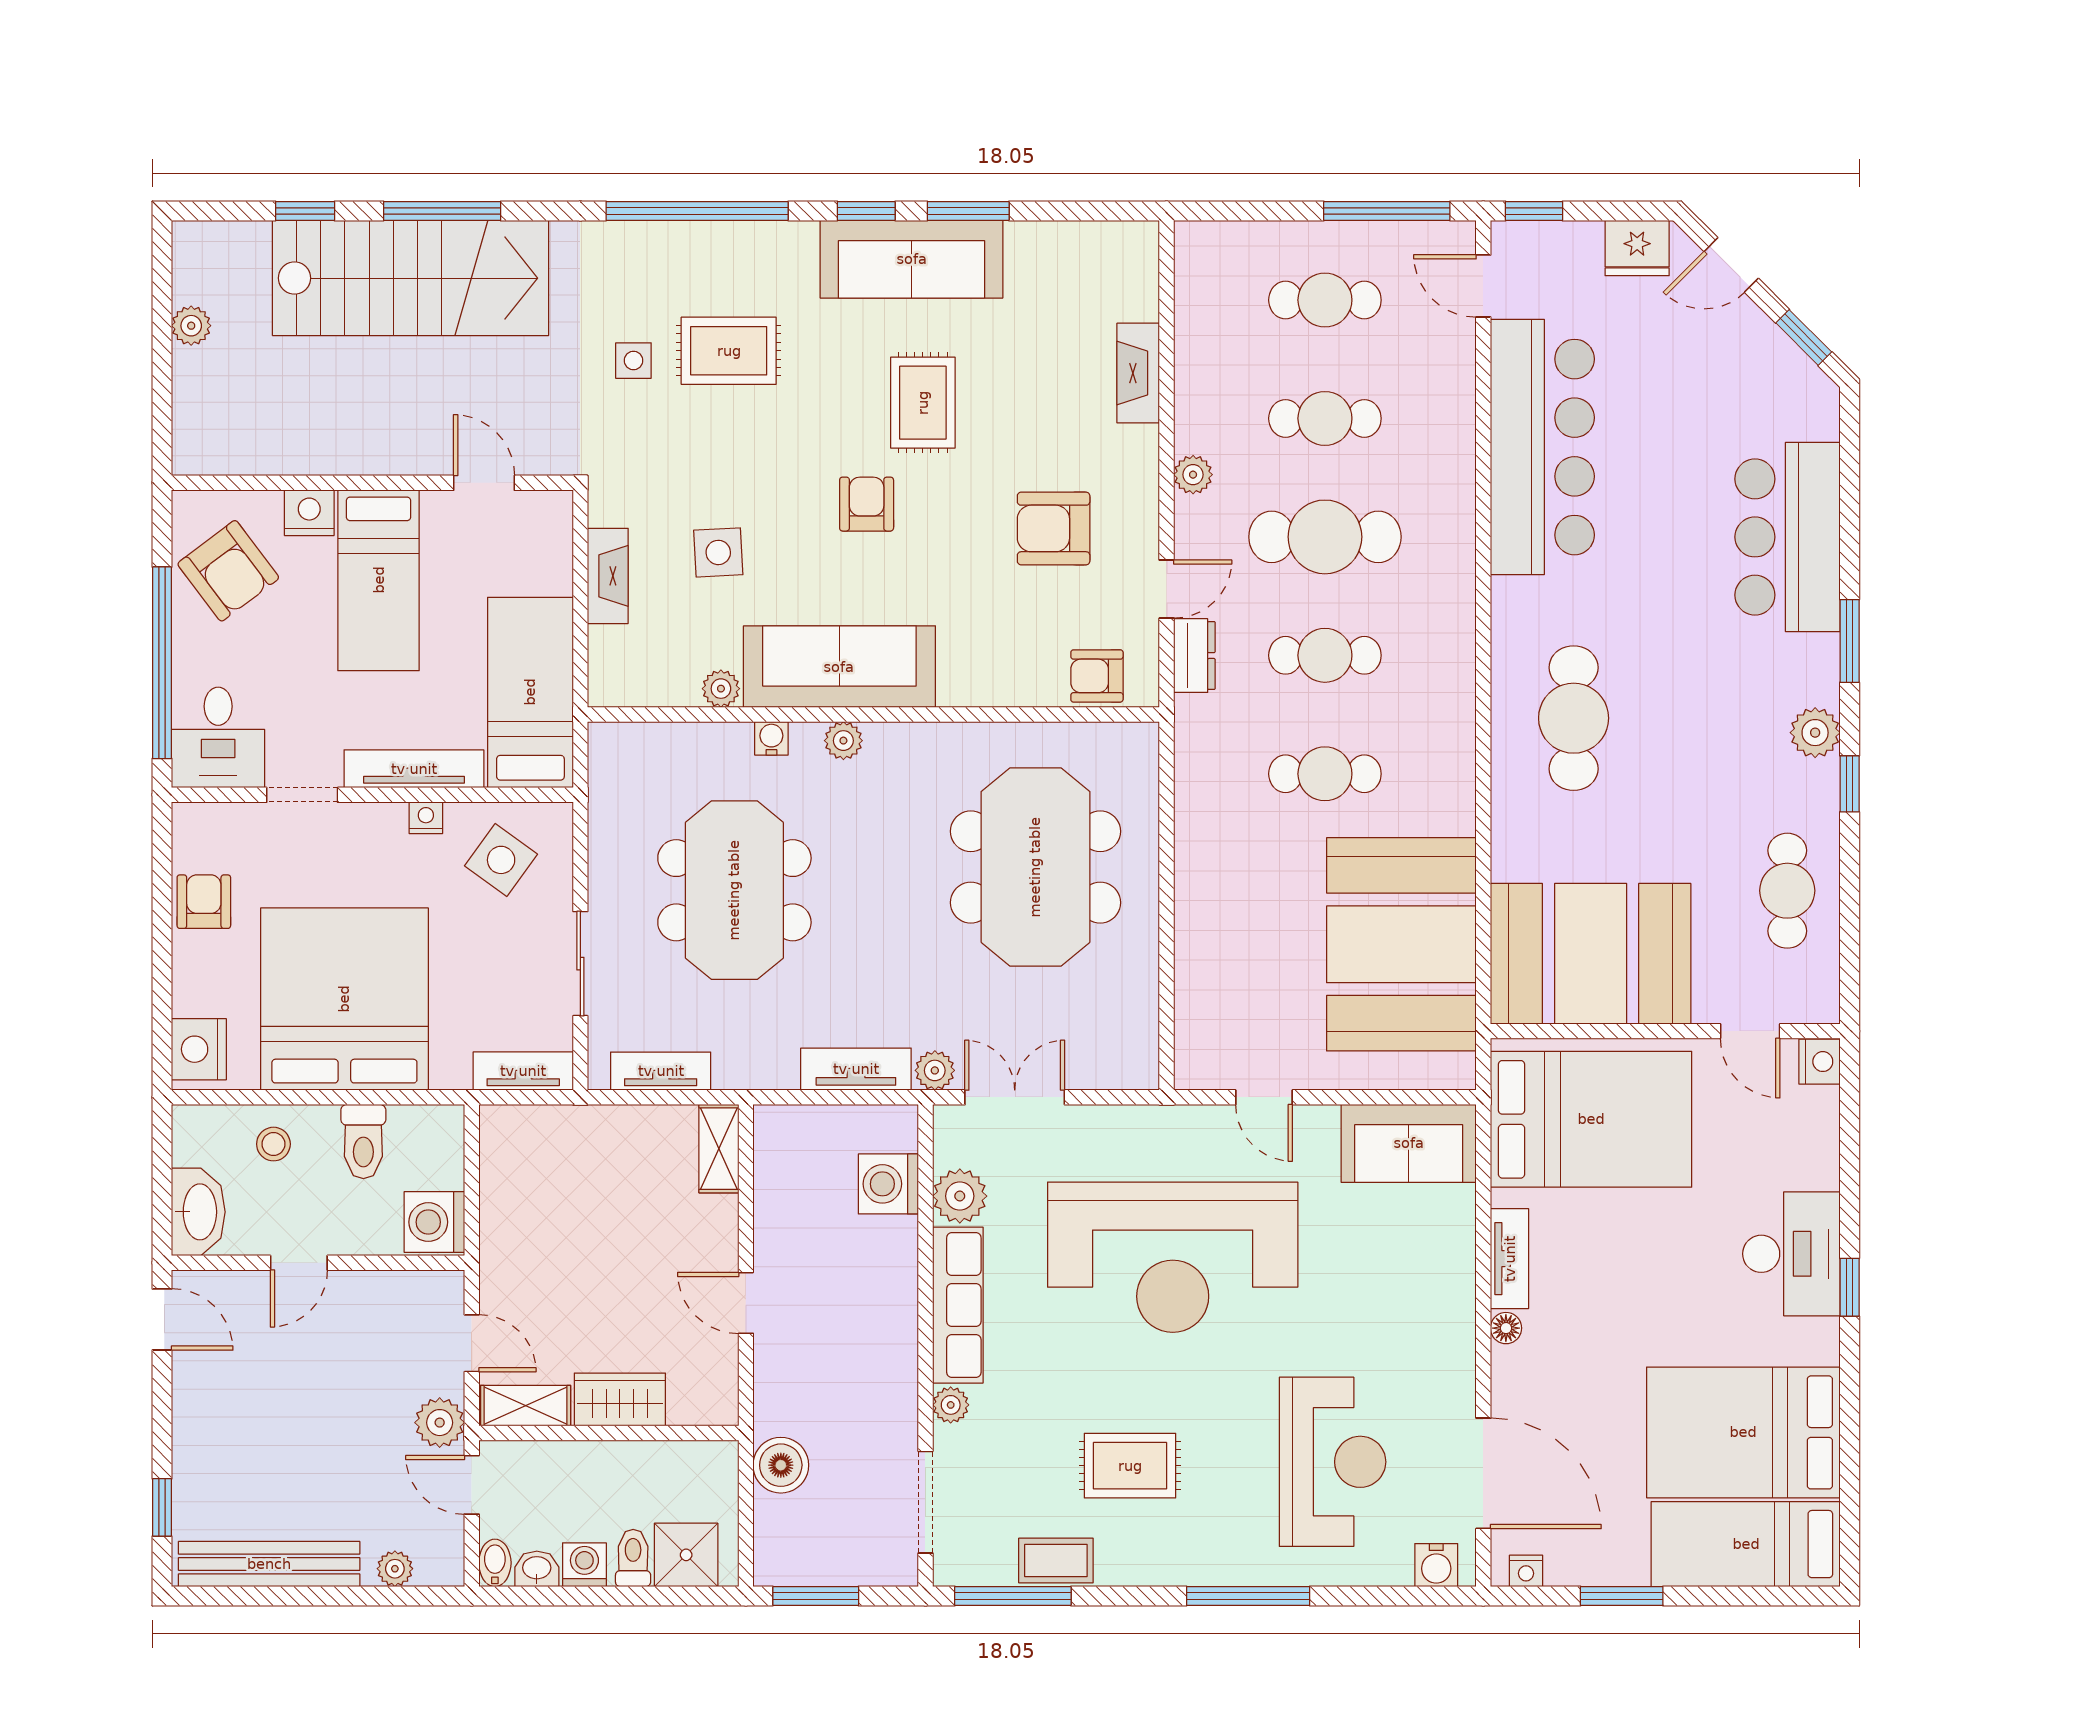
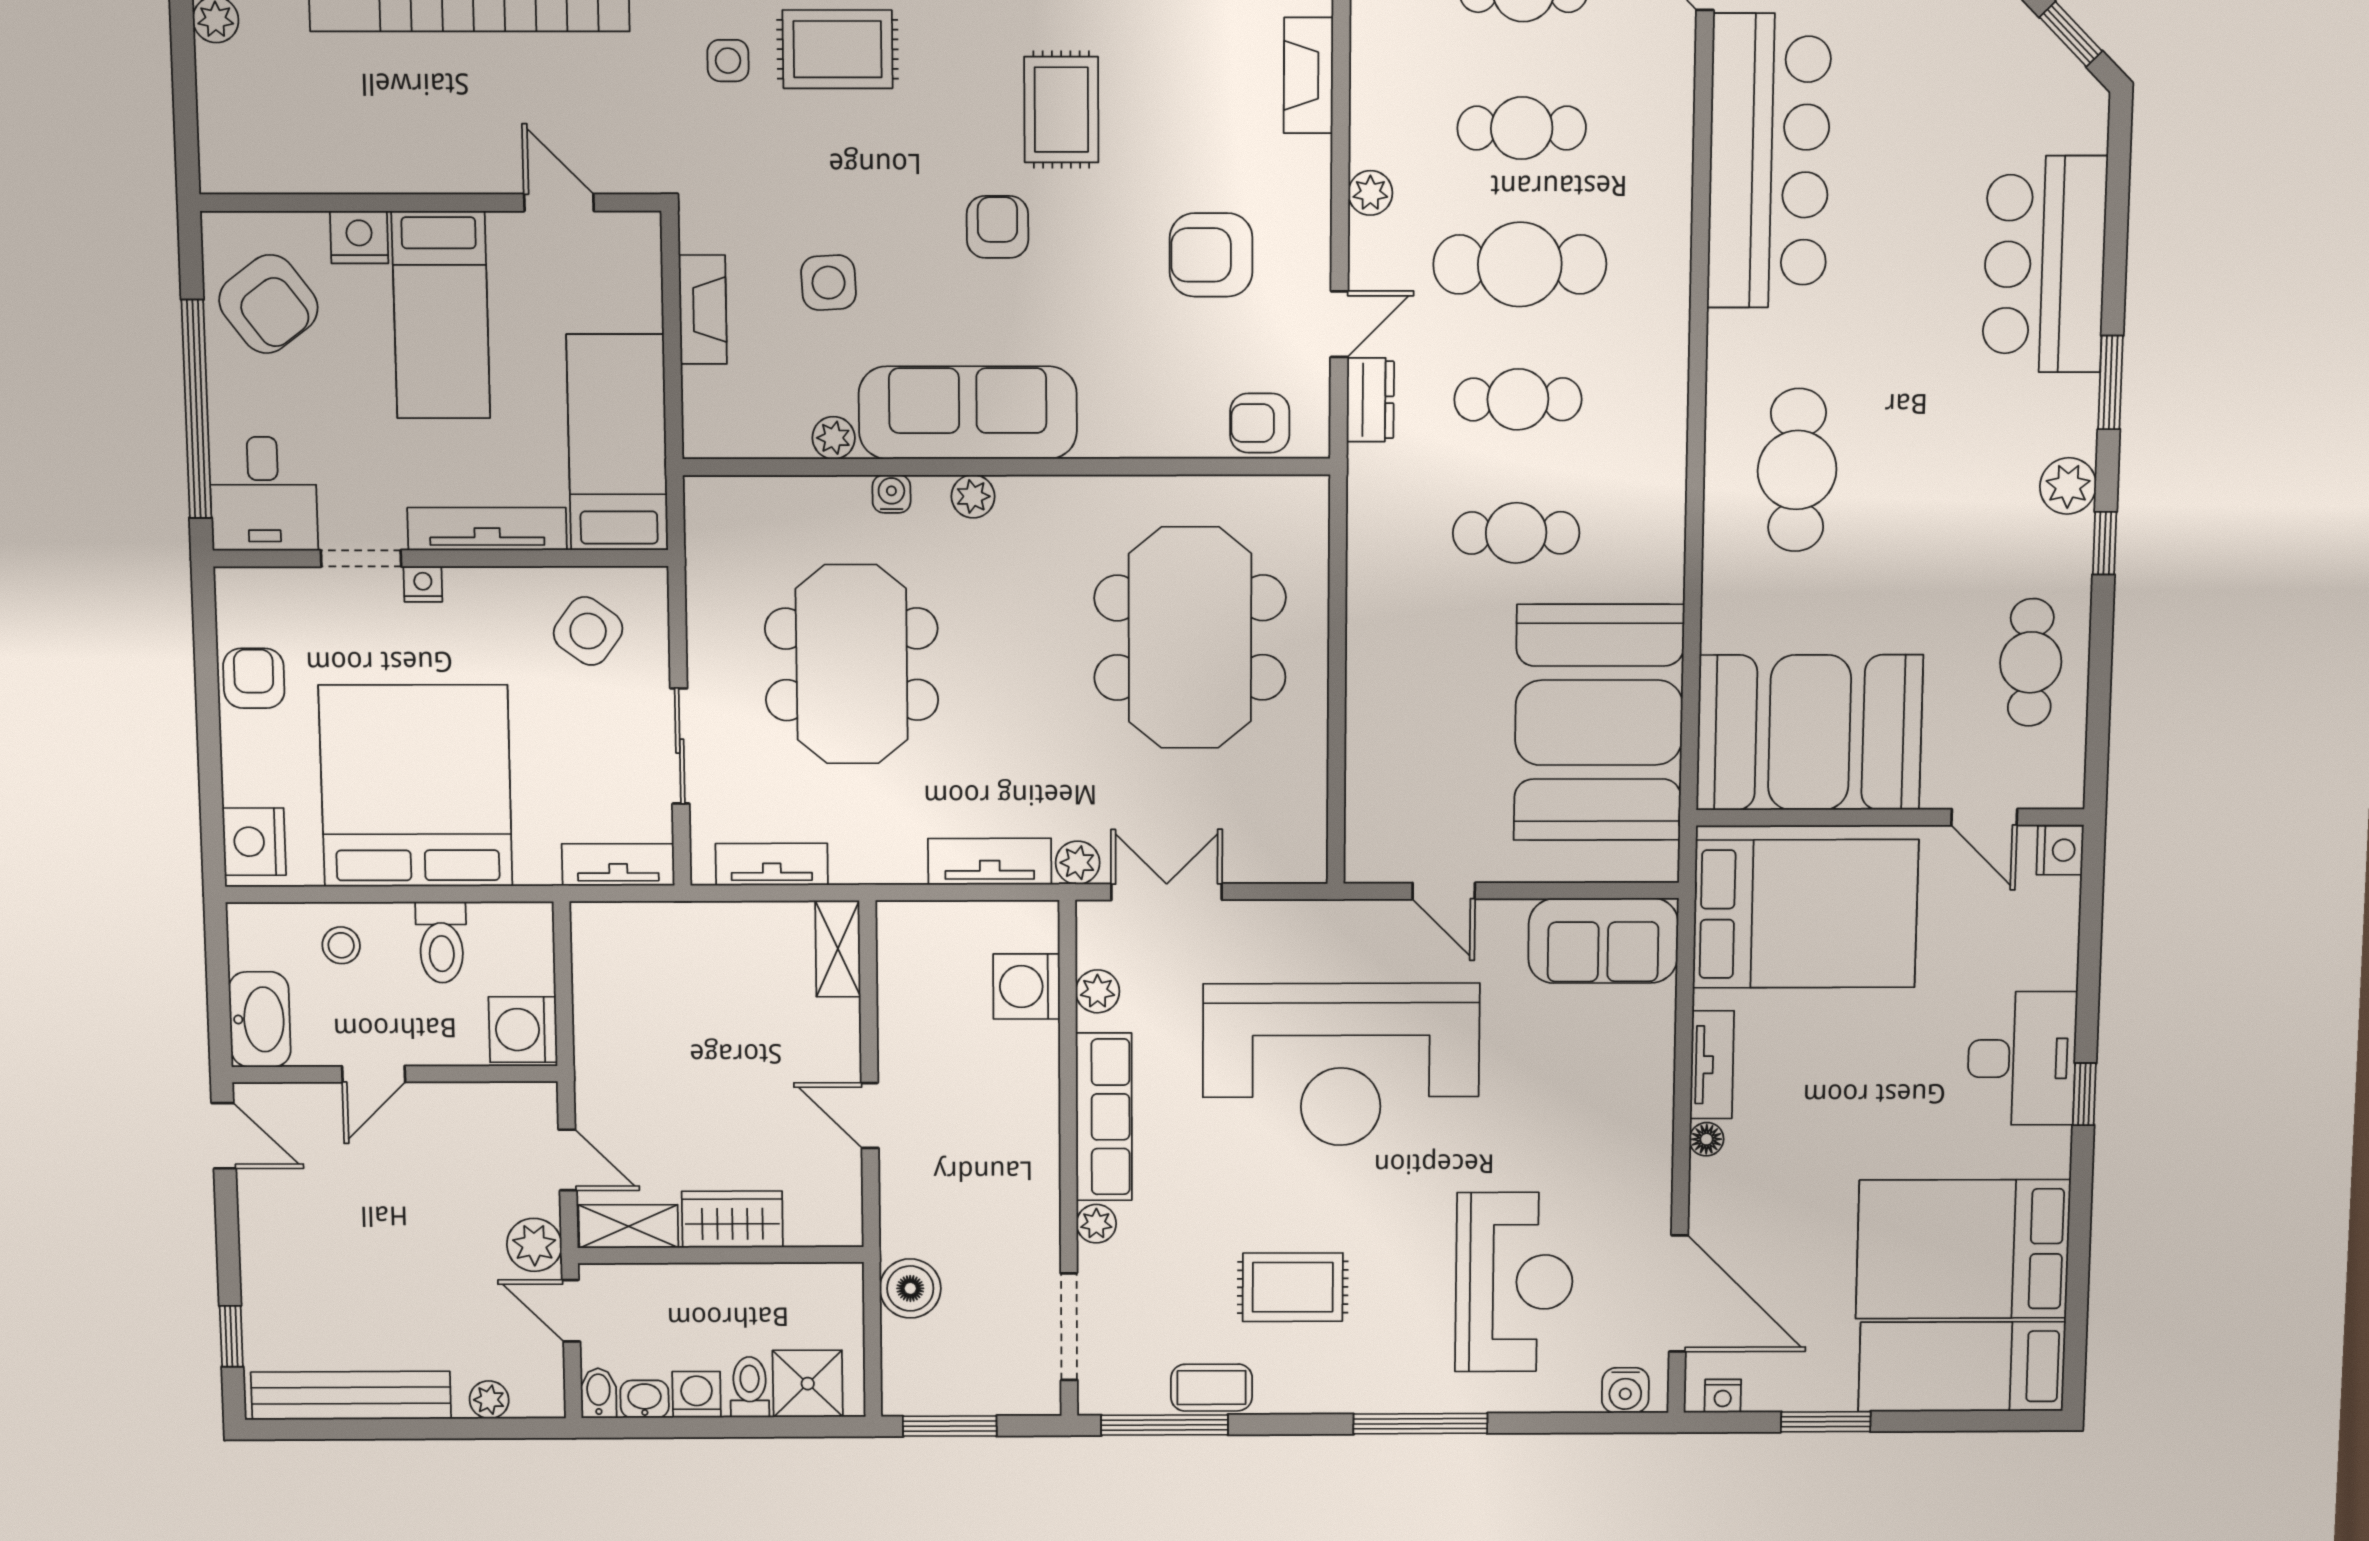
nightstand: (426, 818) -> (423, 584), moved
plant: (960, 1196) -> (1098, 991), width x0.73, depth x0.73

